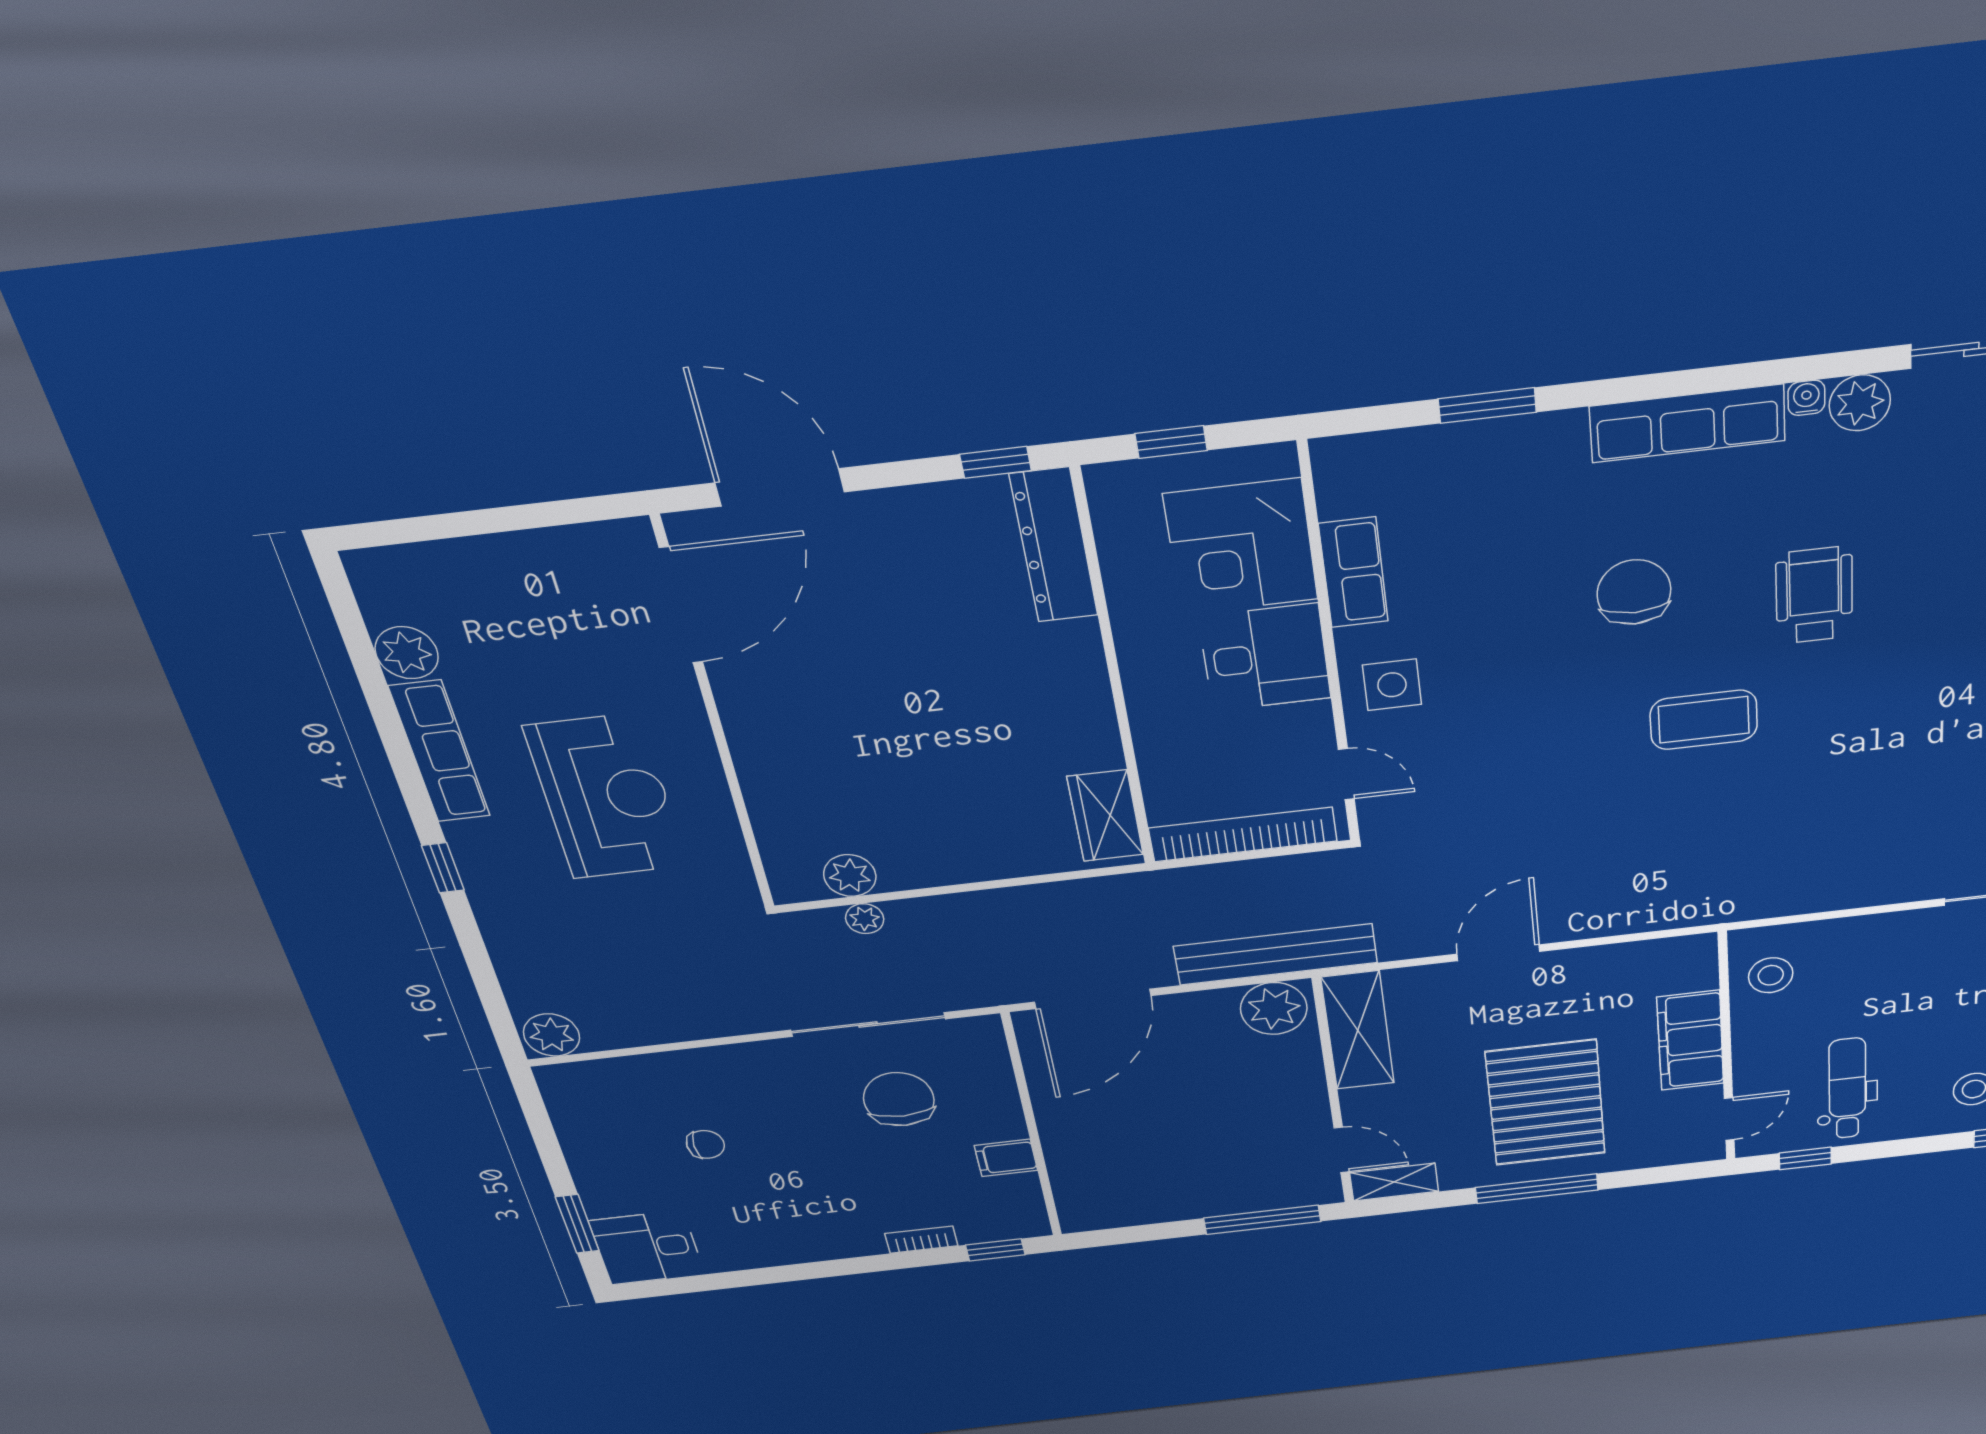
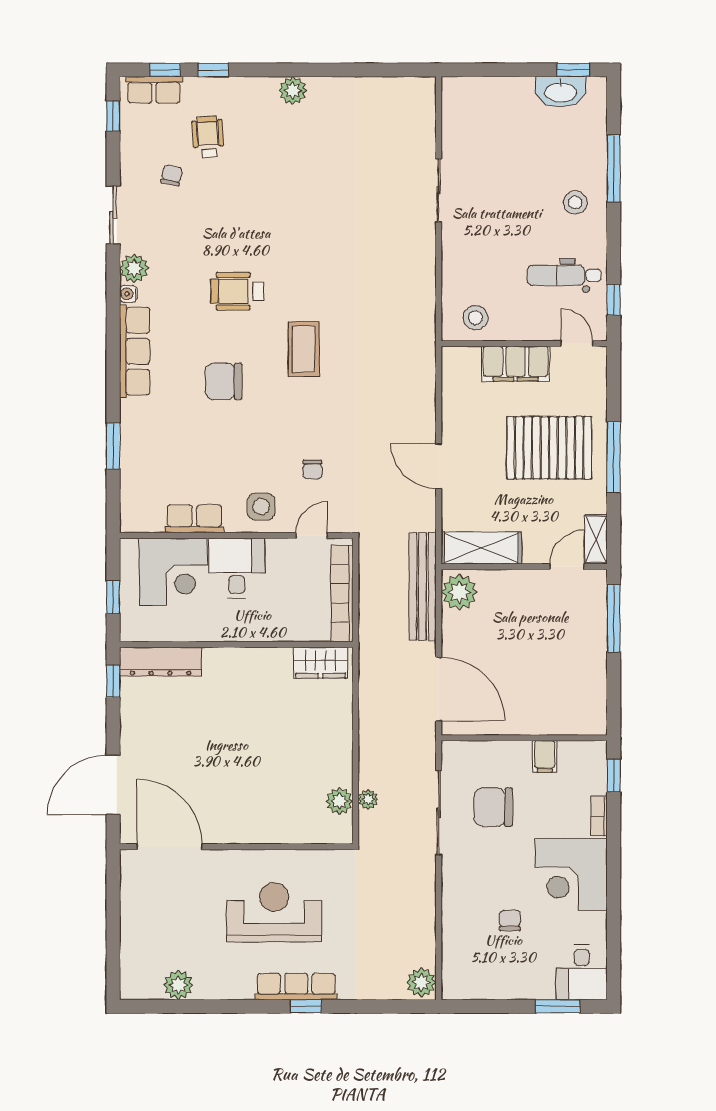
row of seats: (440, 752) -> (296, 987), moved
chair: (1473, 761) -> (312, 470), added
corner desk: (811, 1215) -> (571, 874), added

